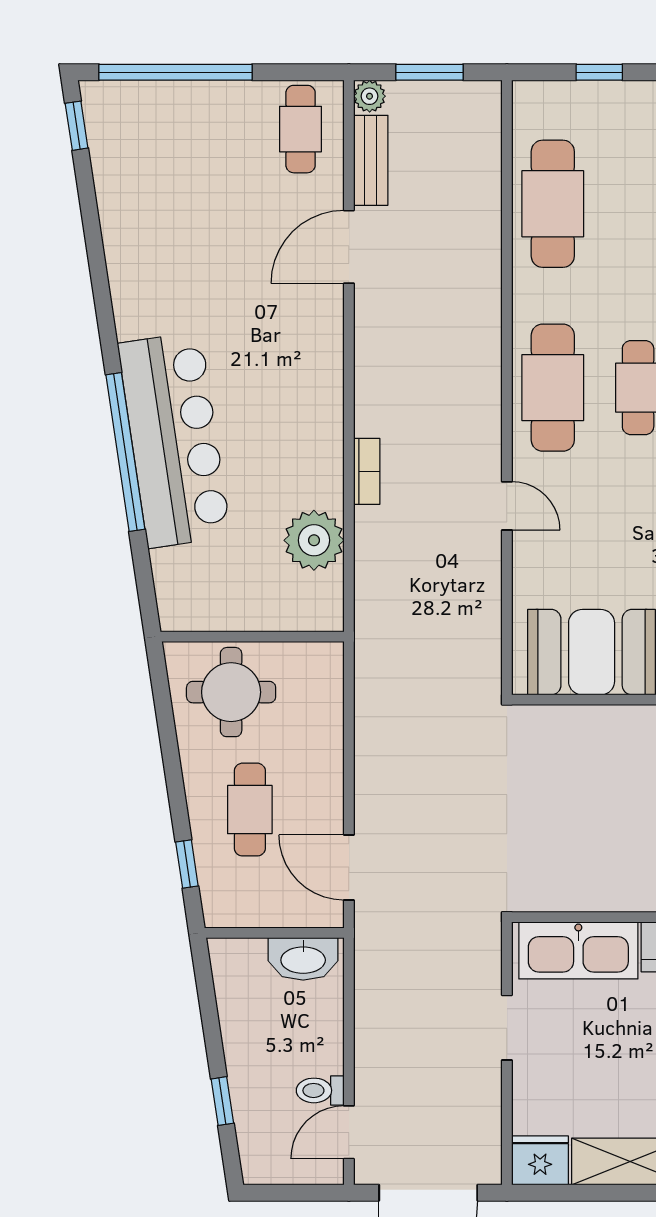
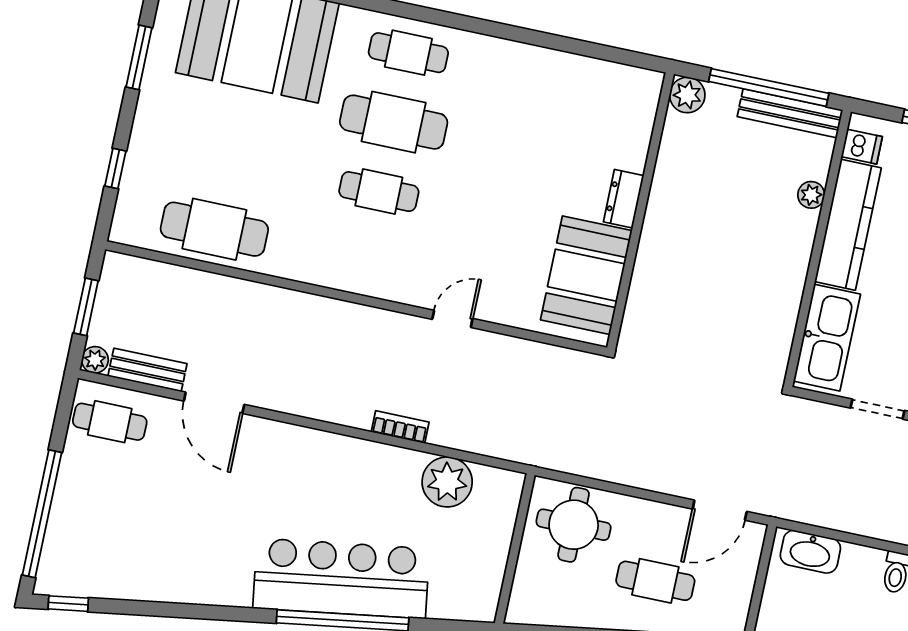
cafe table: (553, 388) -> (364, 261), removed
round table: (231, 692) -> (574, 525), moved
washbasin: (303, 959) -> (810, 552), moved, turned 90

